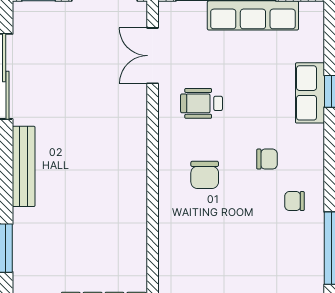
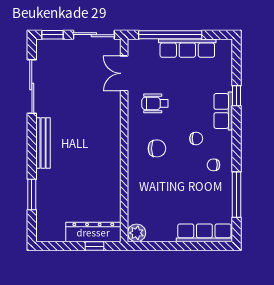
row of seats: (310, 93) -> (223, 111), moved
chair: (205, 175) -> (157, 148), turned -90

